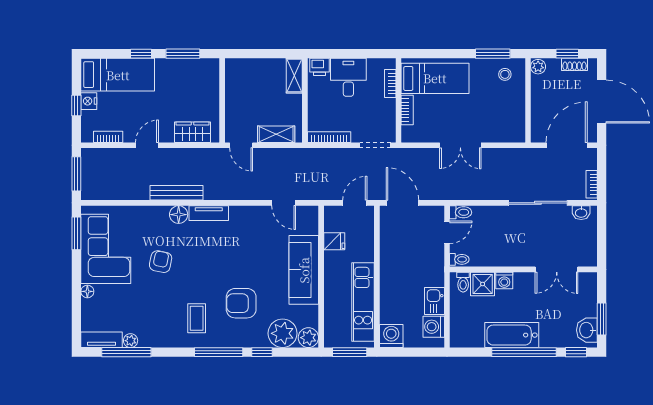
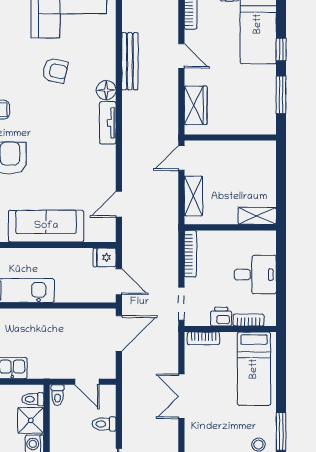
printer: (320, 67) -> (221, 317), moved, turned 90
bookcase: (407, 110) -> (203, 338), moved
bench: (176, 193) -> (130, 61), moved
toilet: (461, 212) -> (104, 424), moved, turned 90
fridge: (334, 241) -> (105, 257), moved, turned 90

